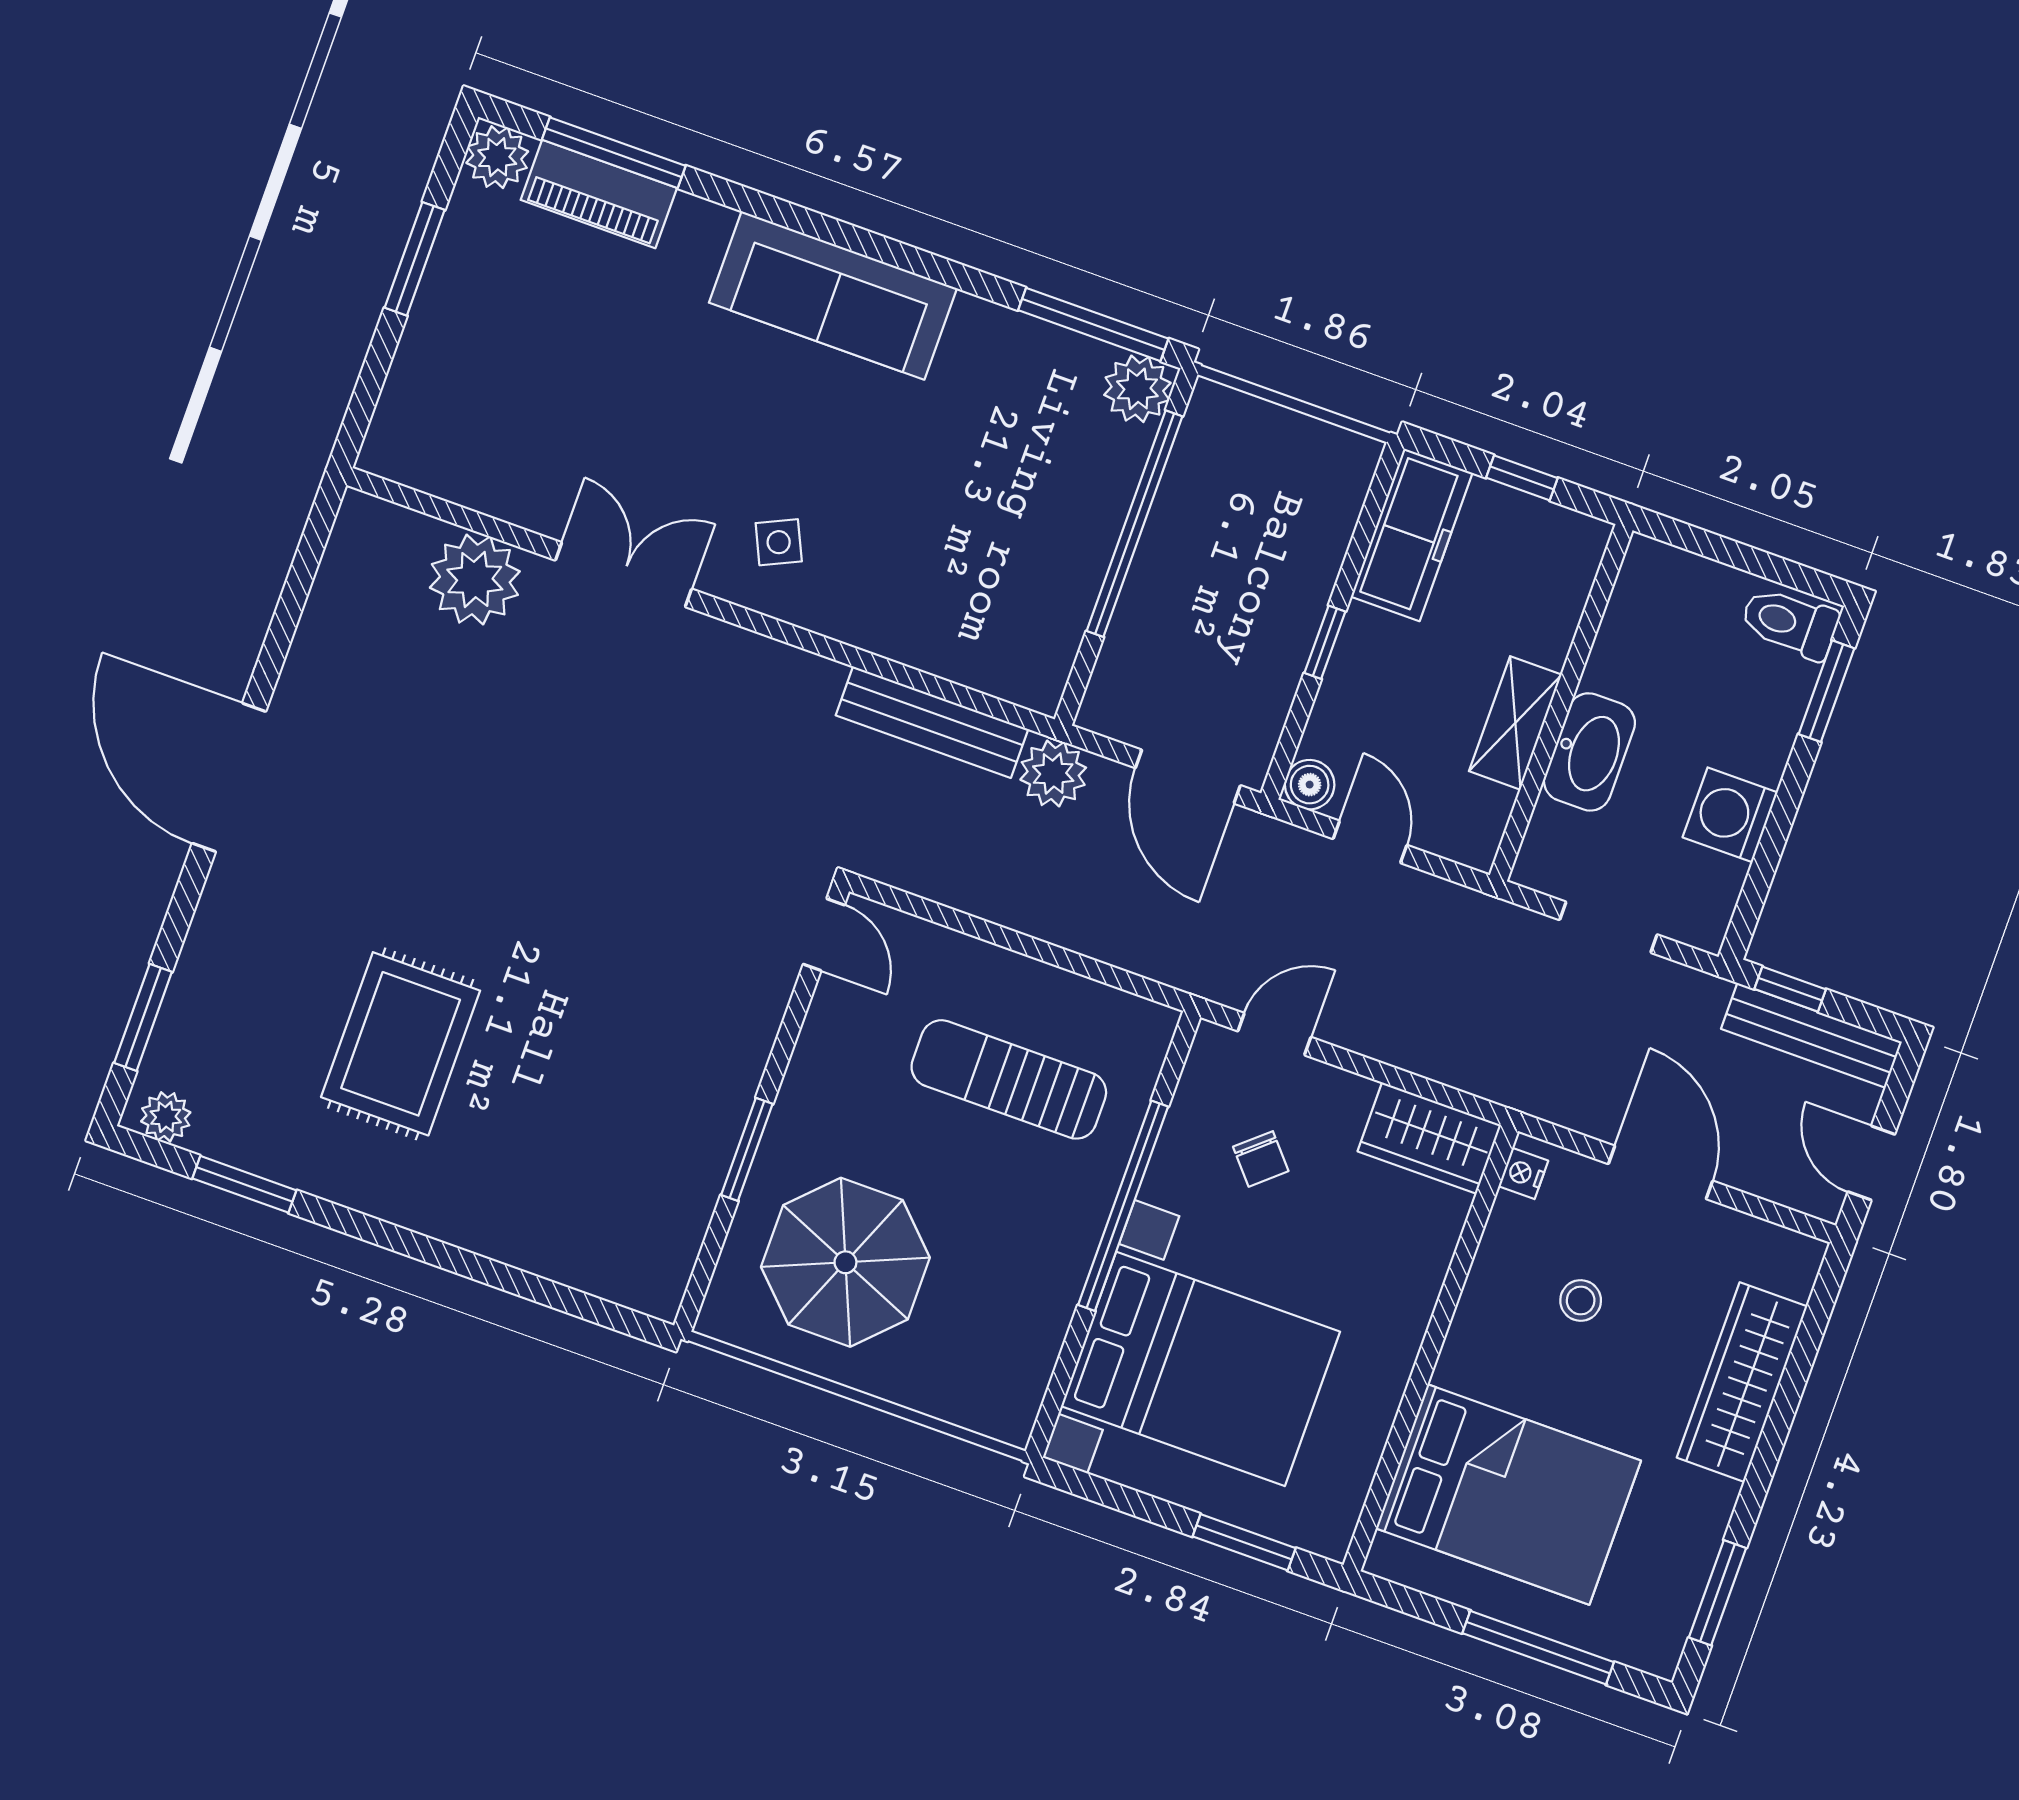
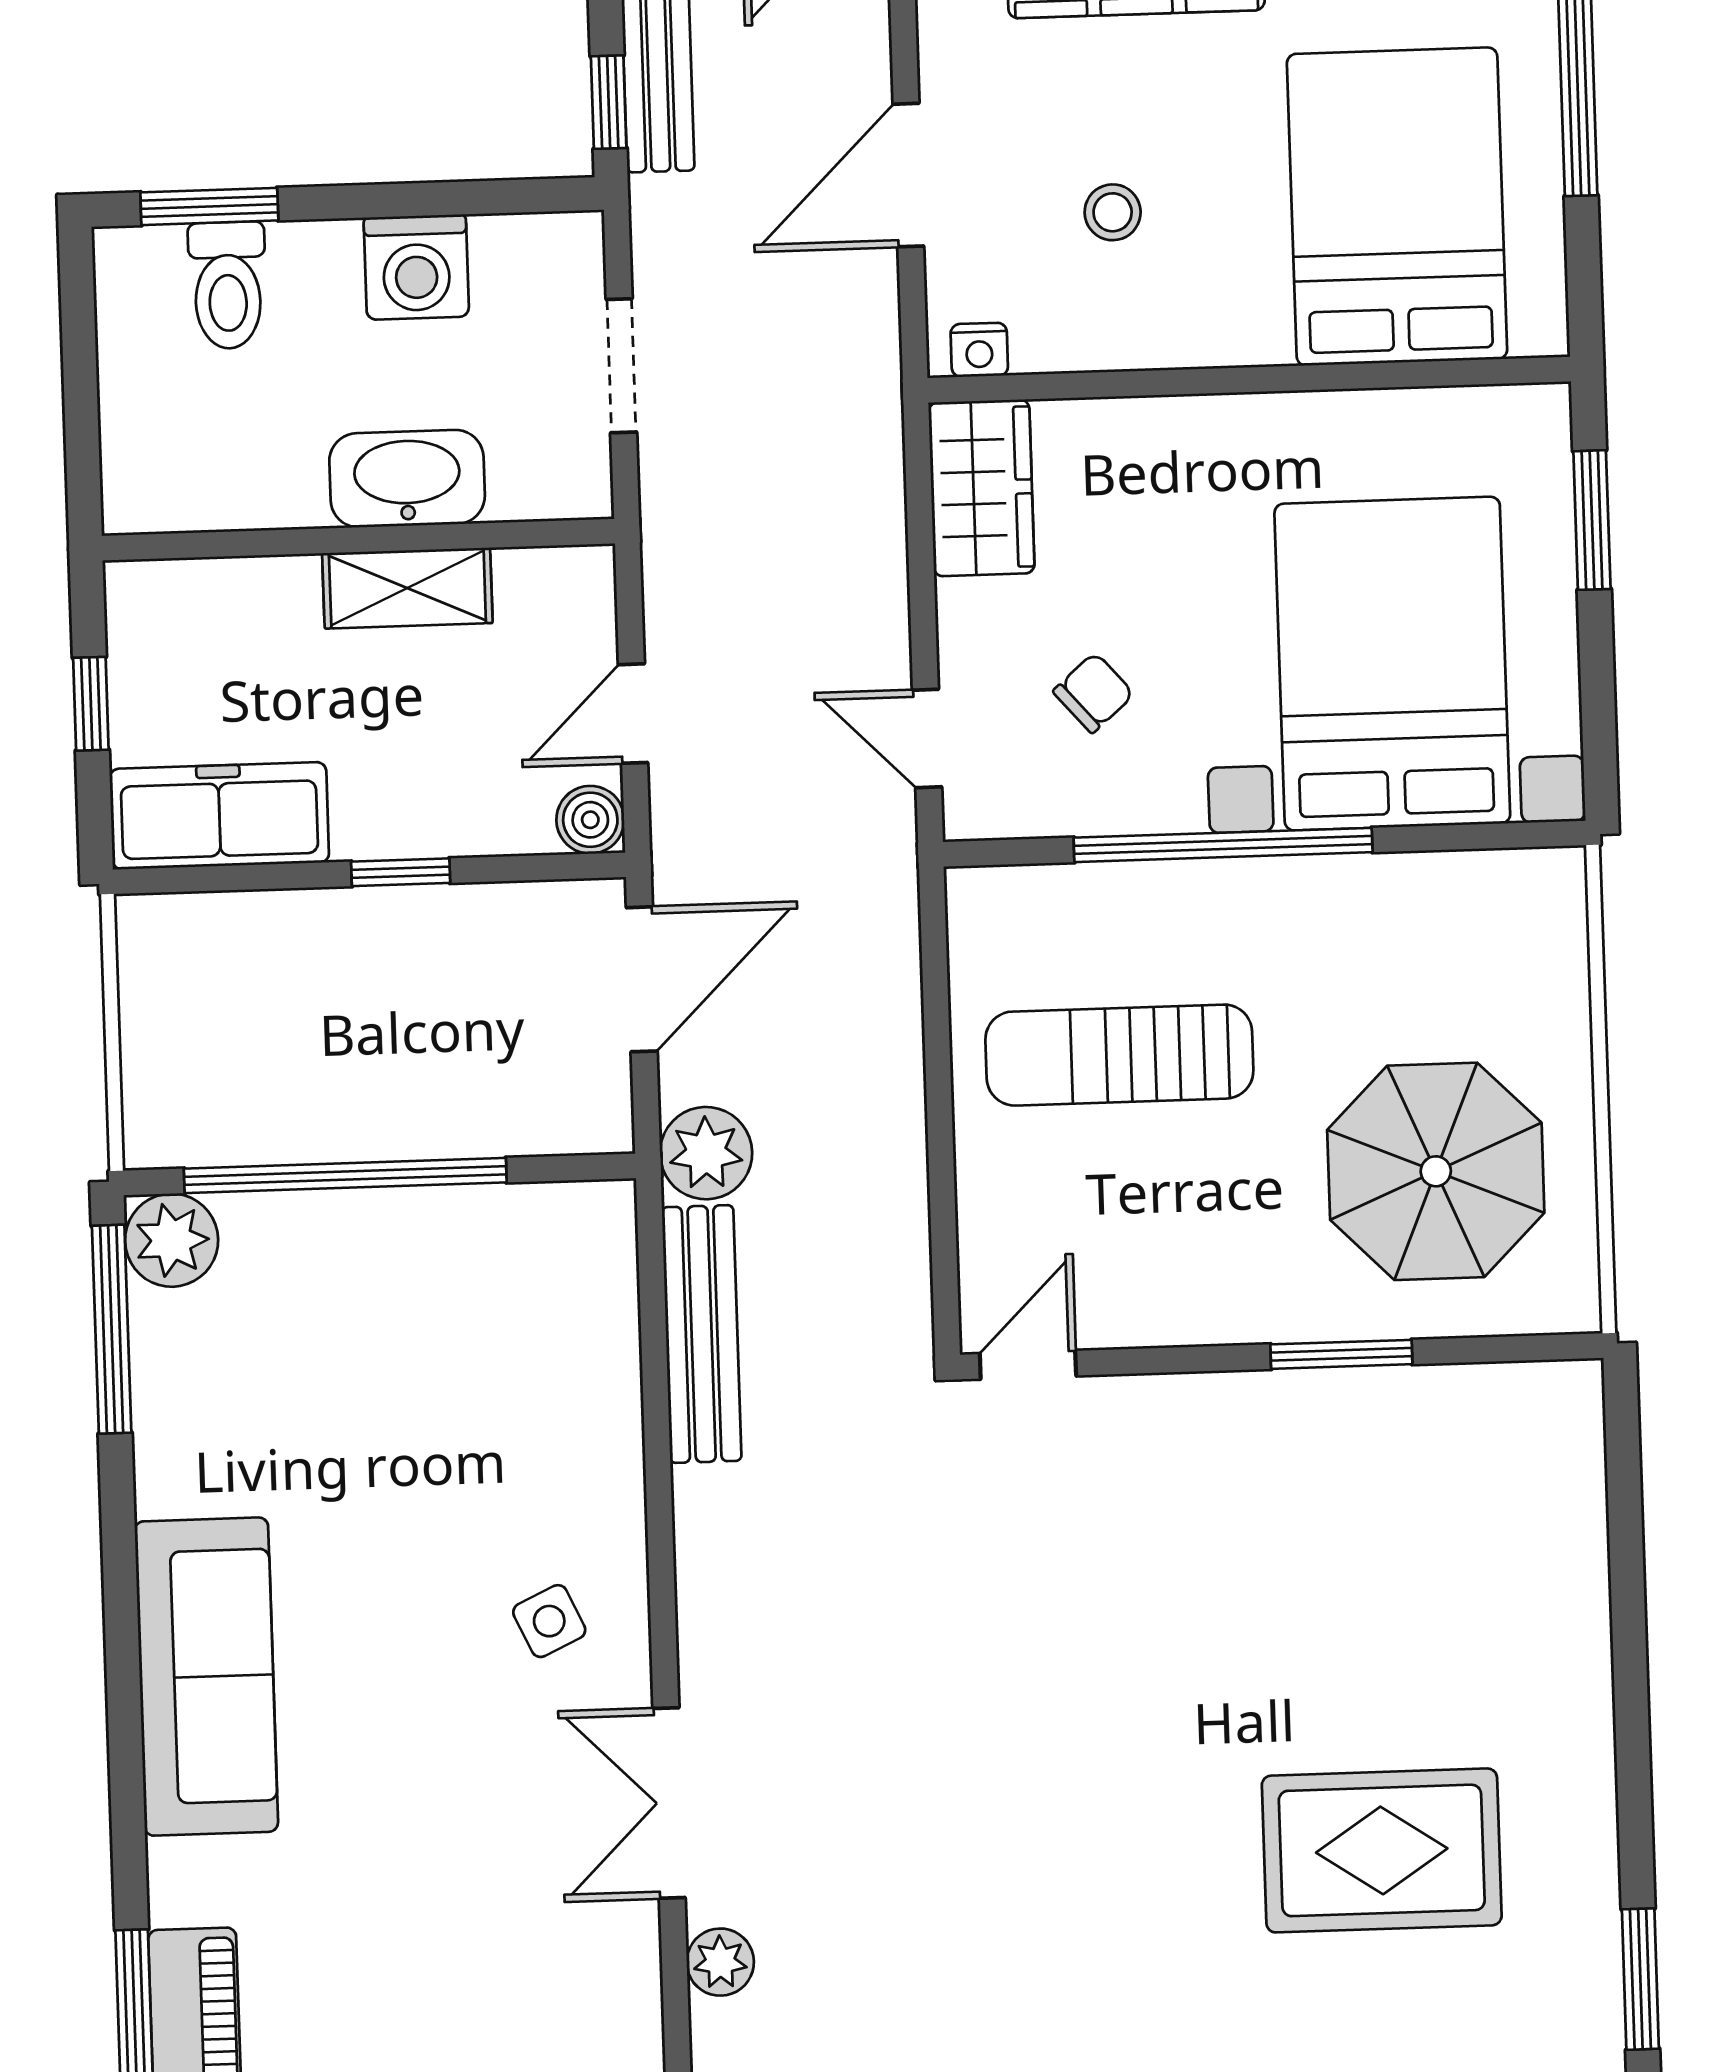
plant: (475, 579) -> (720, 1962), width x0.53, depth x0.53
toilet: (1790, 623) -> (228, 285), moved
sun lounger: (1009, 1079) -> (1119, 1055), turned 90

